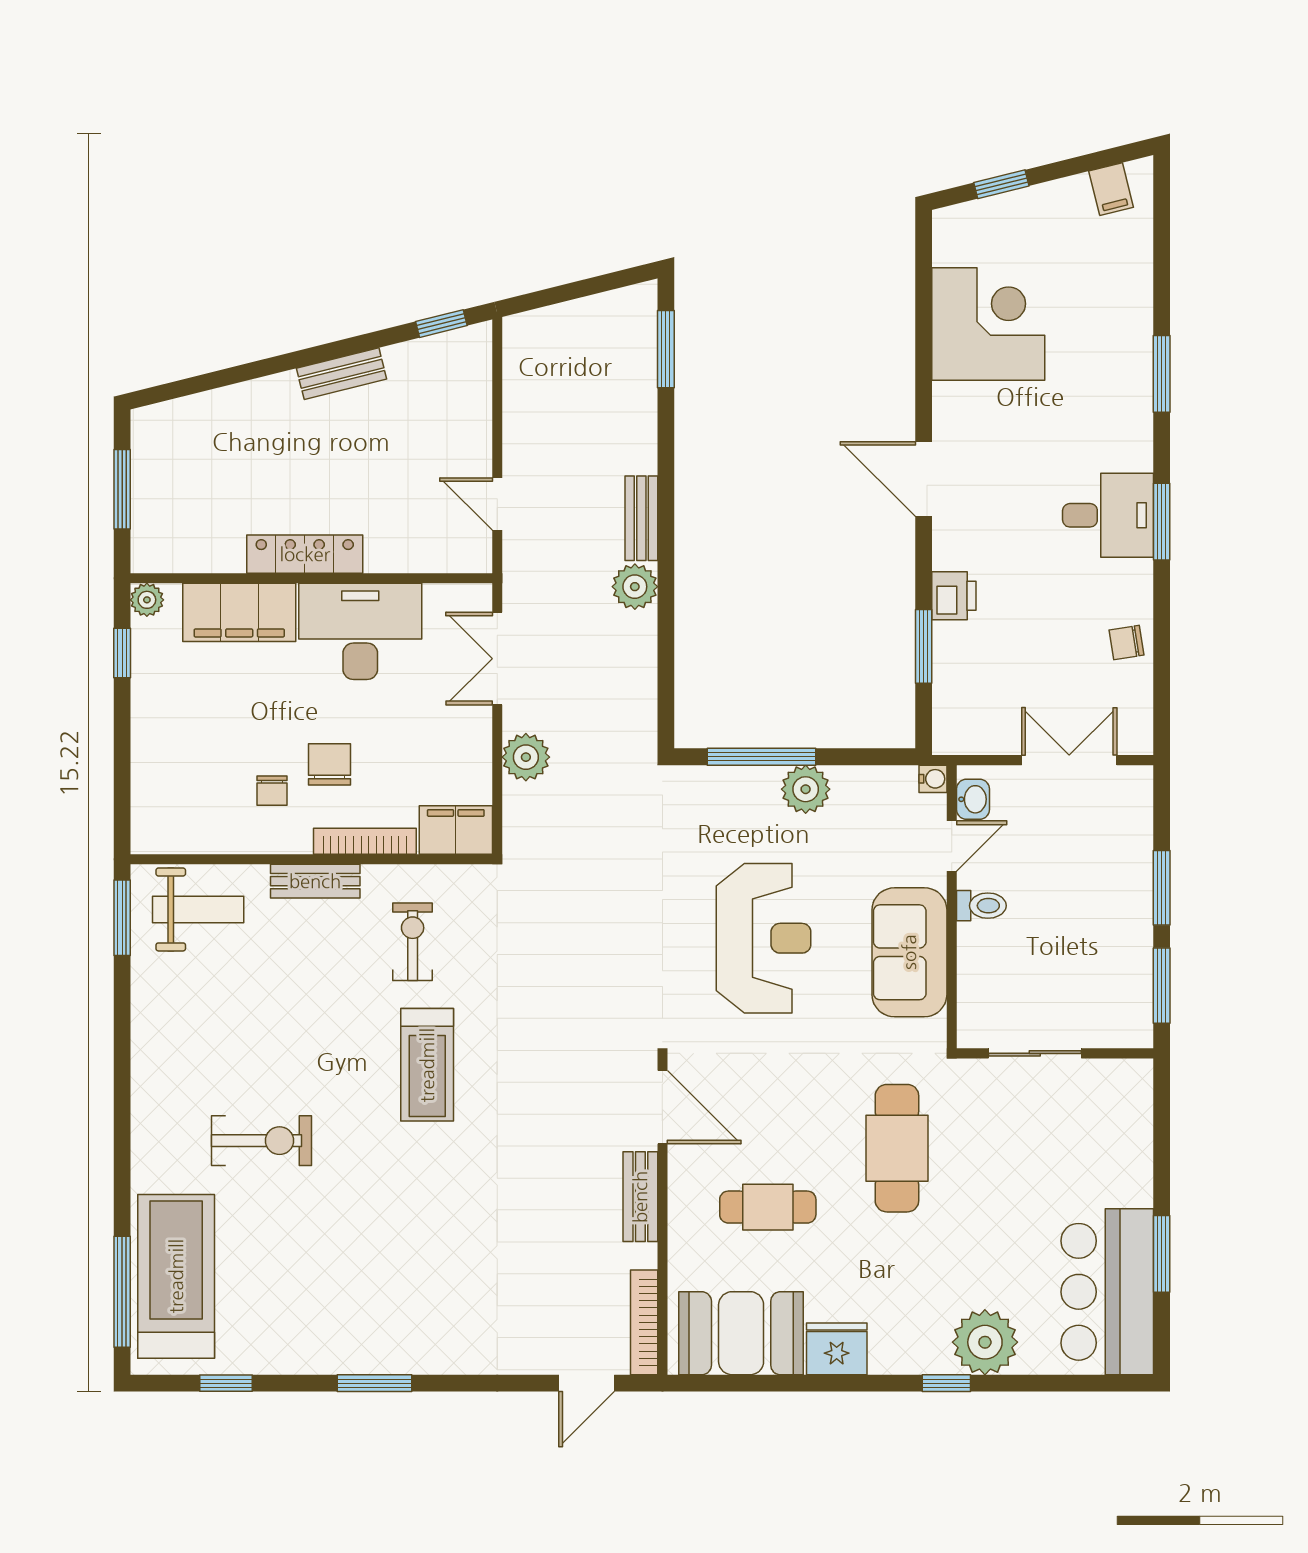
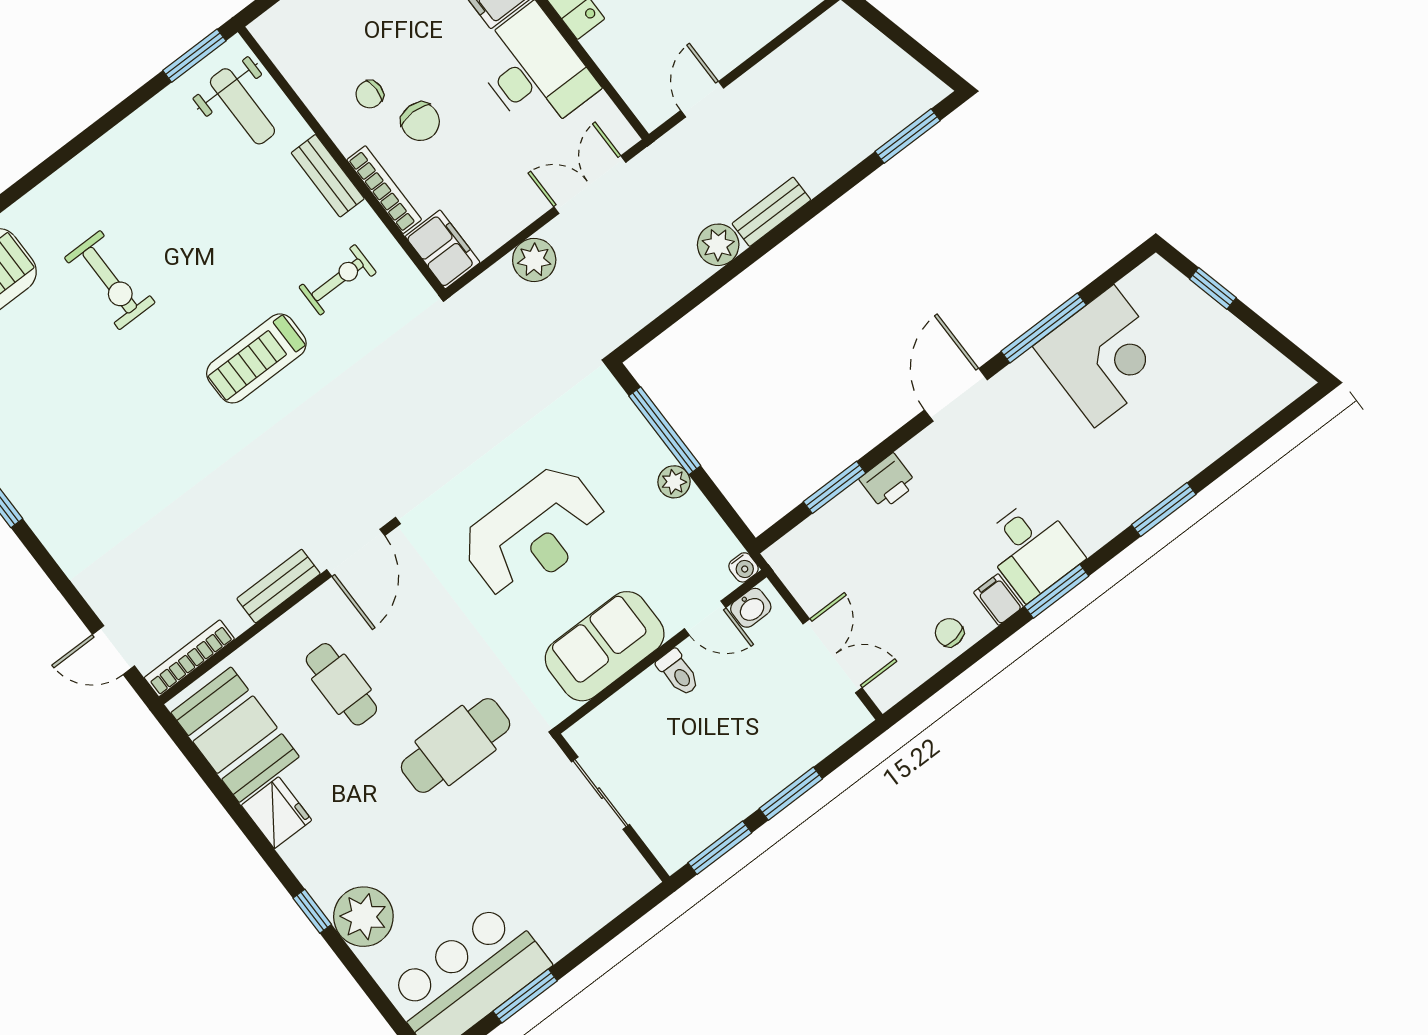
filing cabinet: (1111, 189) -> (998, 600), moved, turned 104
window: (924, 358) -> (1044, 328), added
chair: (329, 764) -> (420, 121), turned 90
plant: (806, 789) -> (674, 482), width x0.73, depth x0.73

